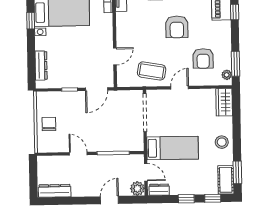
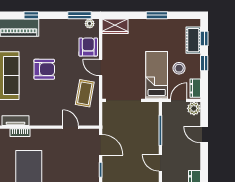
armchair: (203, 58) -> (88, 47), moved, turned -90
stool: (222, 142) -> (179, 68), moved
door: (78, 154) -> (160, 163), hinge flipped
window: (237, 172) -> (157, 15), moved
cot: (226, 180) -> (193, 40), moved, turned 90

